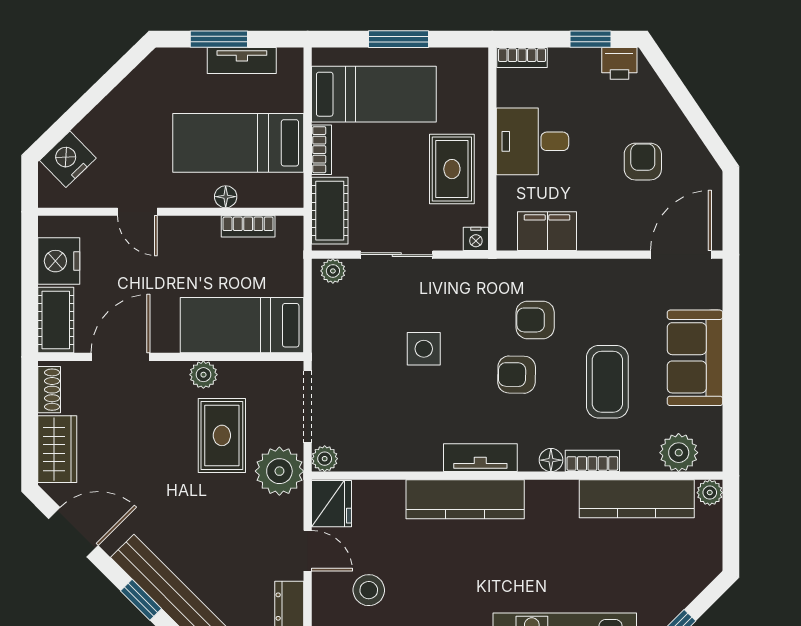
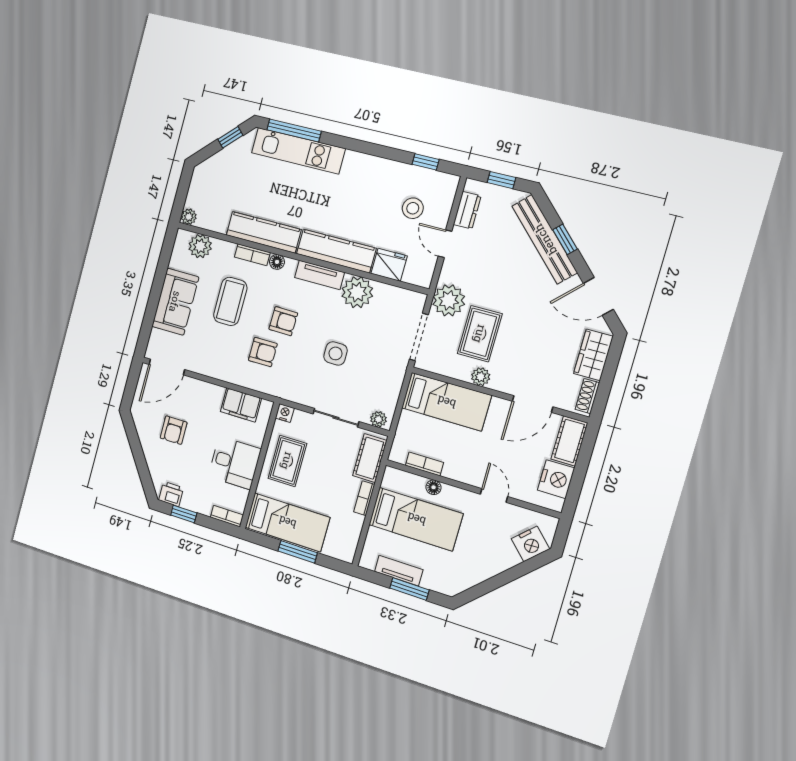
bed: (374, 94) -> (287, 522), moved, turned 180
plant: (325, 459) -> (357, 292), moved, width x1.87, depth x1.87
kitchen counter: (637, 499) -> (264, 232), moved
fridge: (332, 504) -> (389, 265), moved, turned 90

